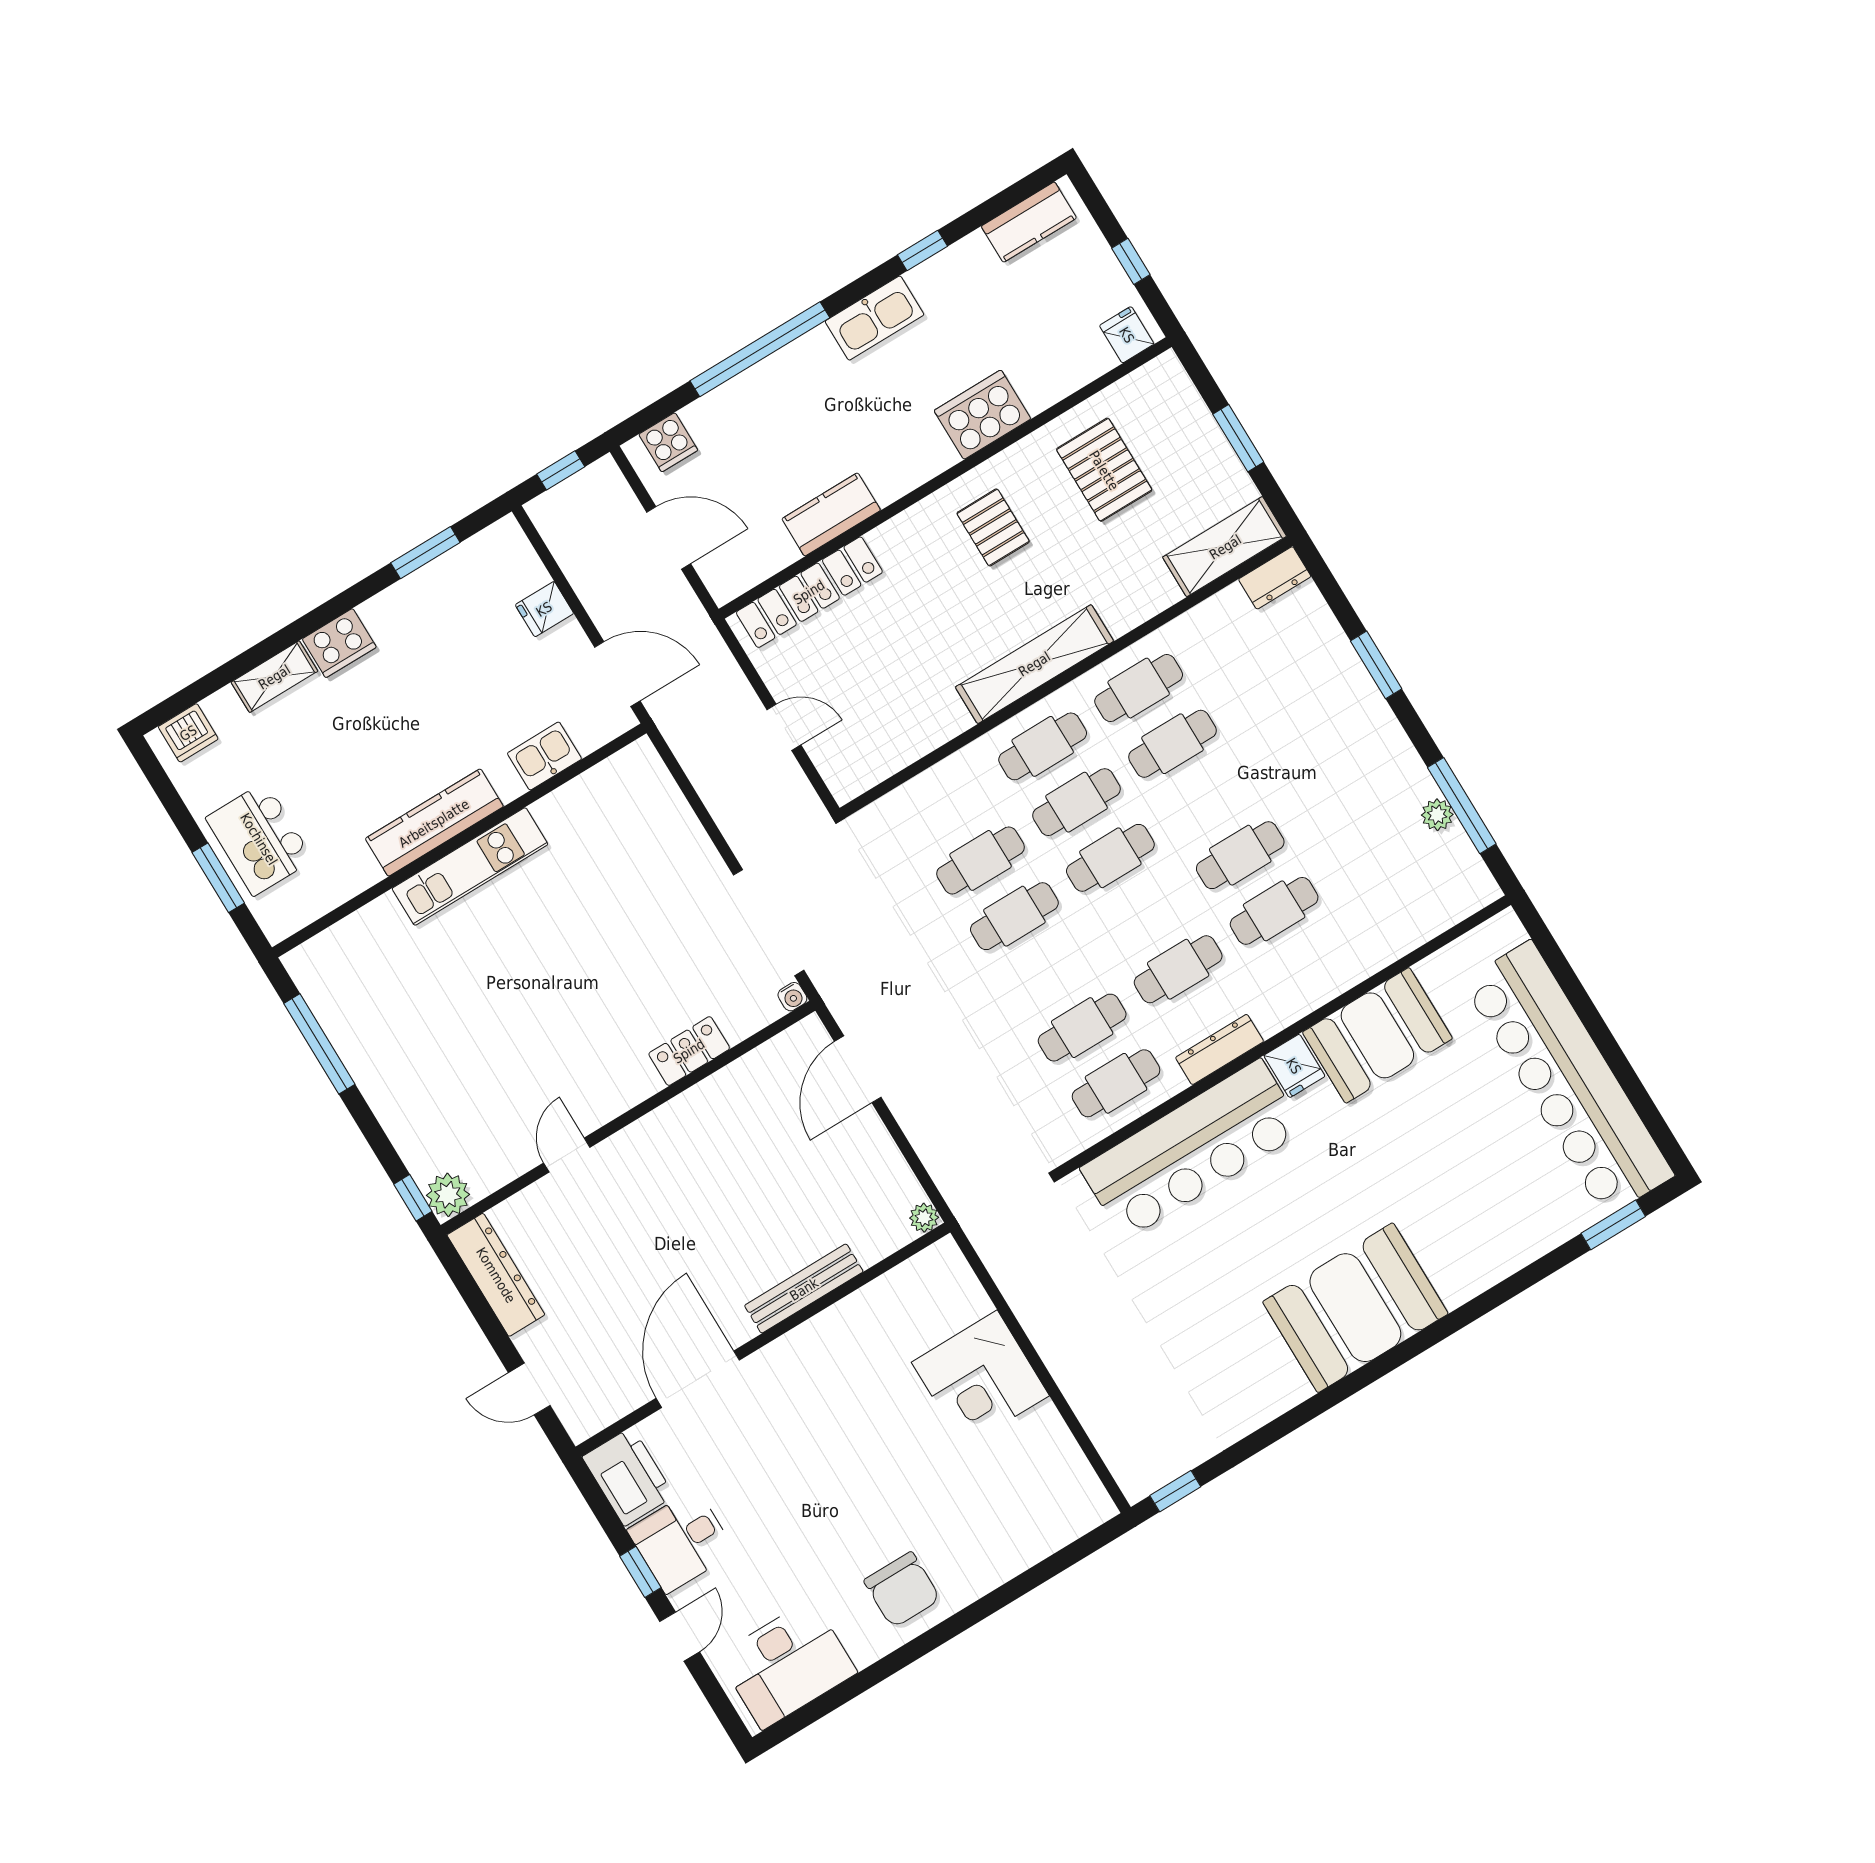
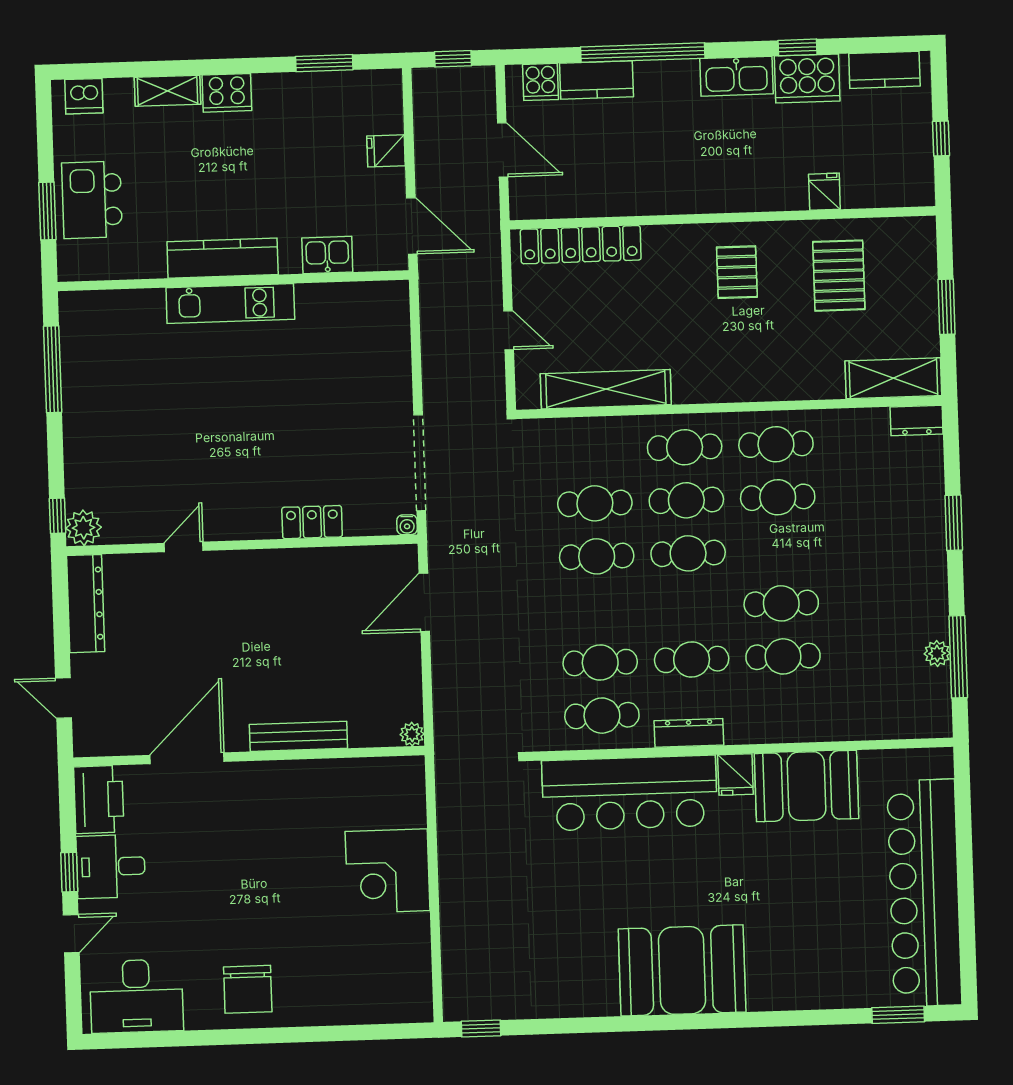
fridge: (1127, 335) -> (824, 192), moved
cooker: (982, 415) -> (807, 79), moved, turned 180
kitchen counter: (831, 514) -> (597, 80), moved, turned 180
shelving: (1034, 664) -> (606, 389), moved

